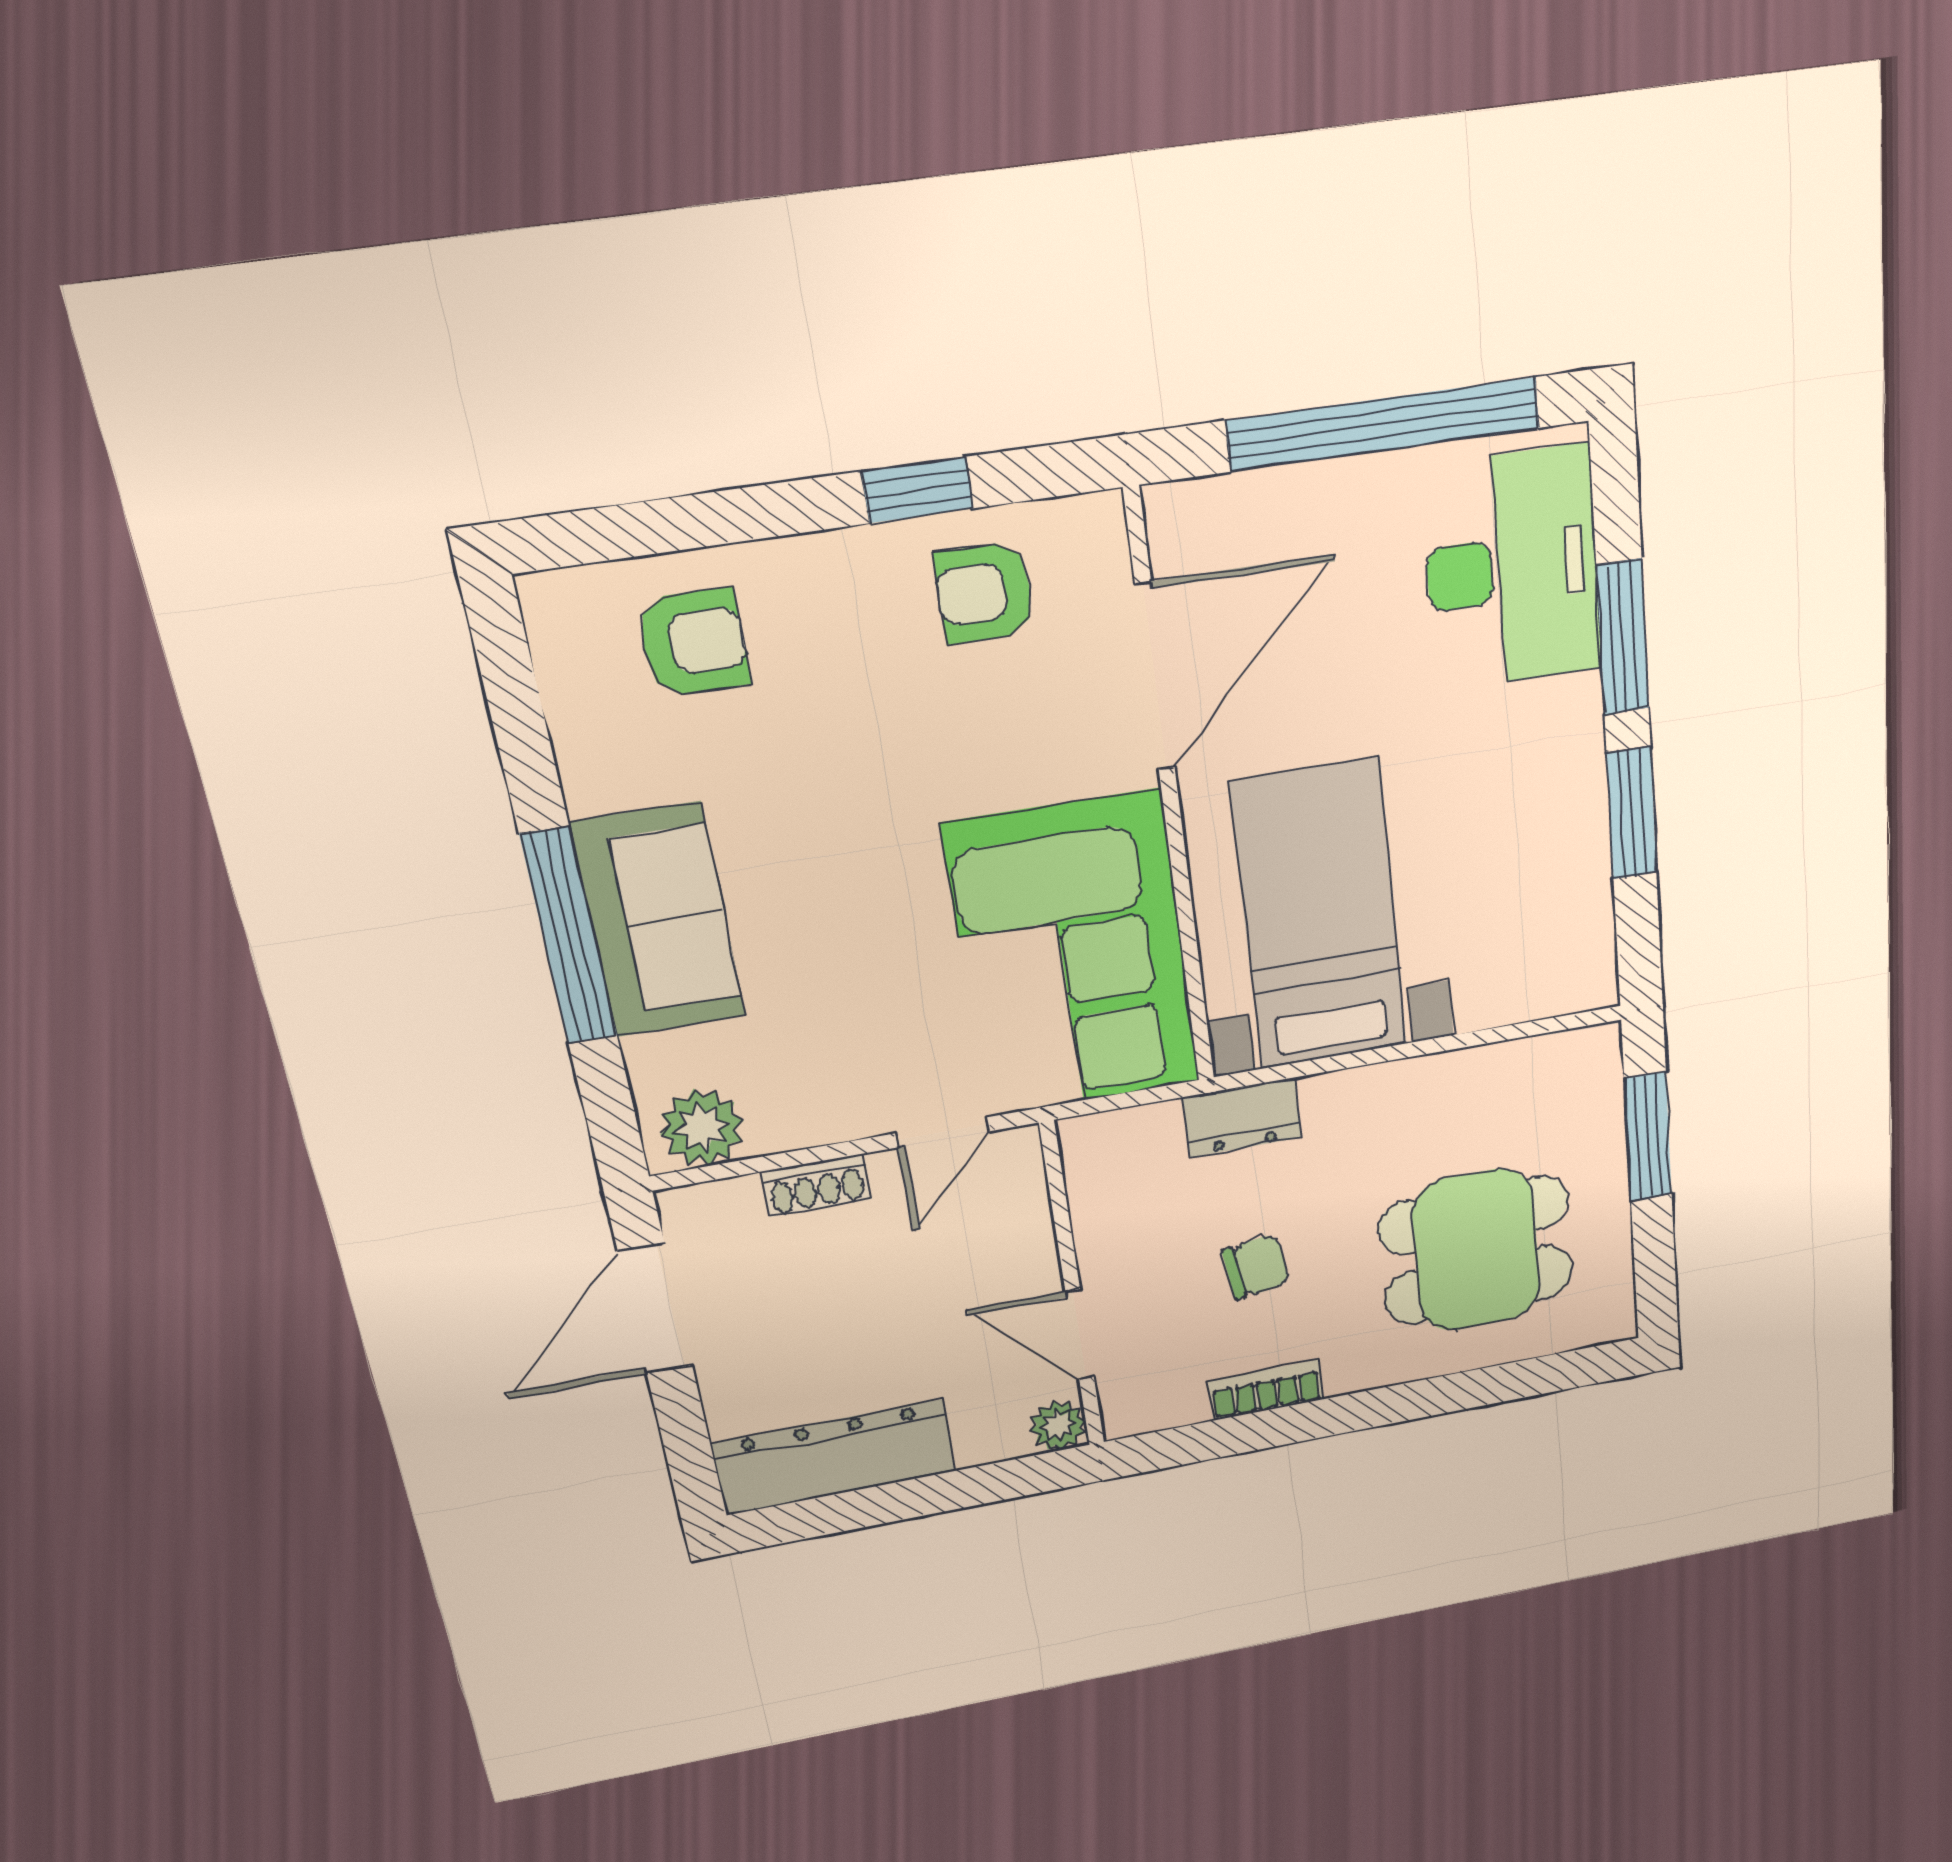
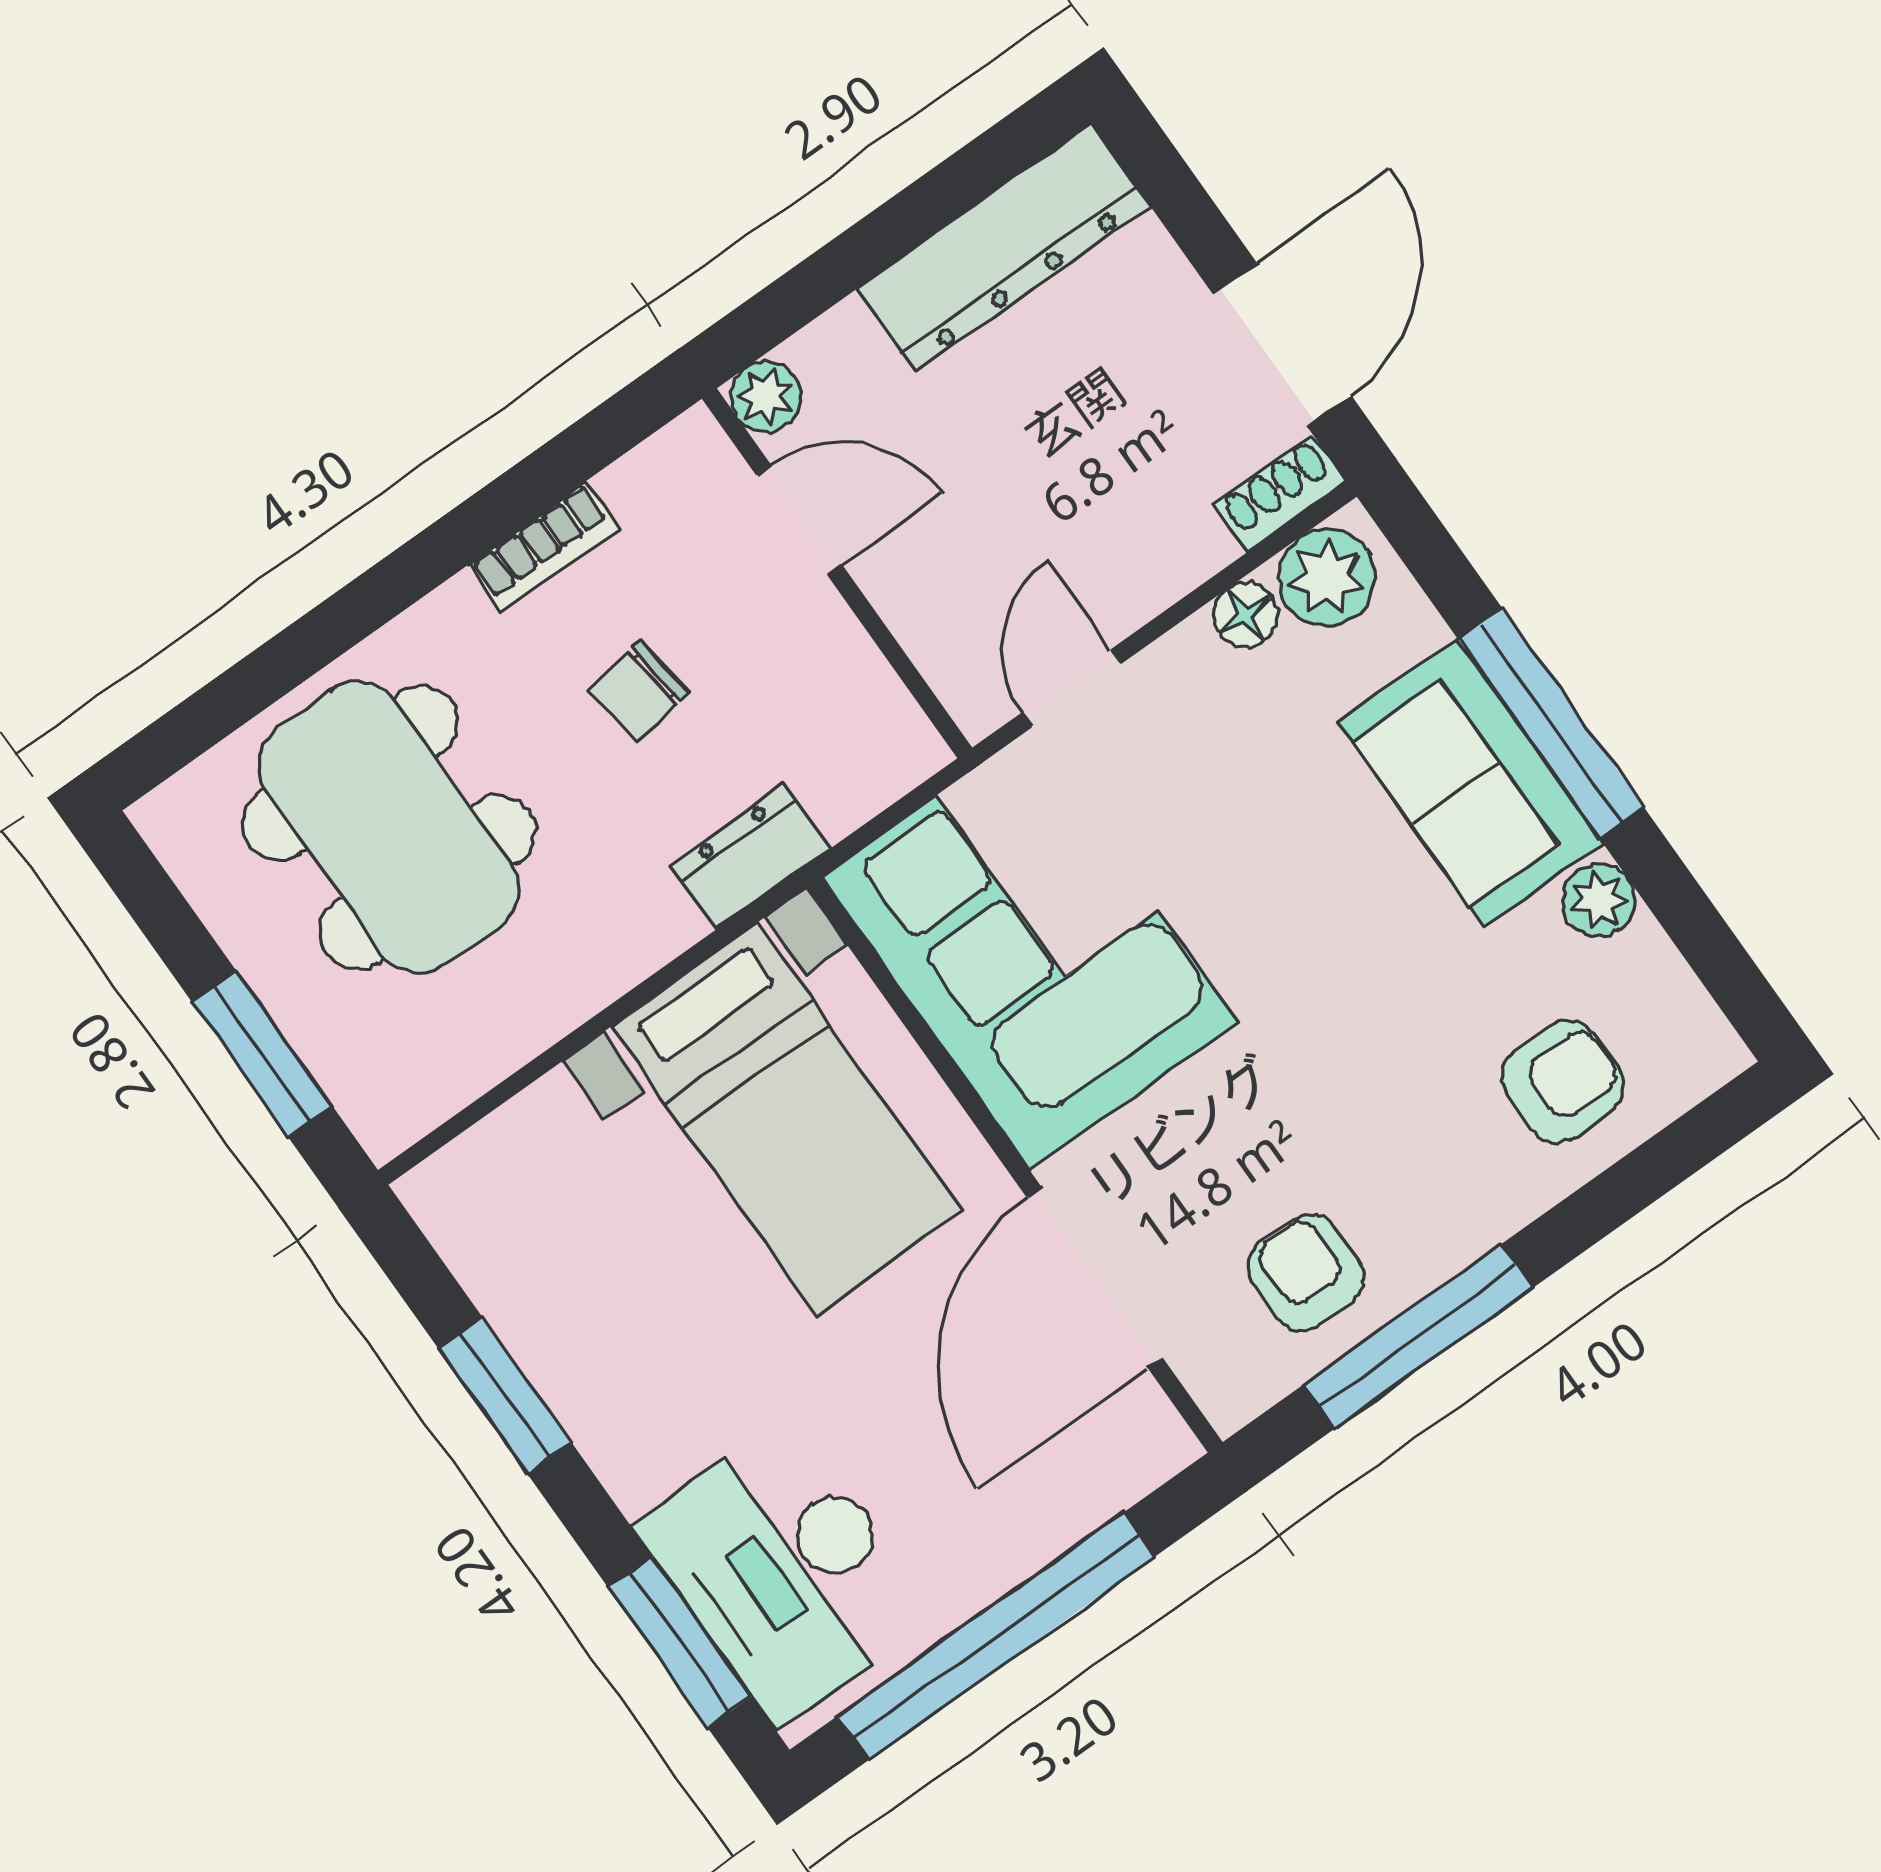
window: (917, 490) -> (1418, 1336), width x2.17
armchair: (985, 593) -> (1306, 1273), turned -90
window: (1623, 637) -> (680, 1642), moved
armchair: (693, 643) -> (1562, 1082), turned 180
plant: (593, 777) -> (1599, 900), added
floor lamp: (780, 1128) -> (1246, 615), added
shoe rack: (816, 1185) -> (1280, 493), moved
dining table: (1476, 1250) -> (389, 828), width x1.37

